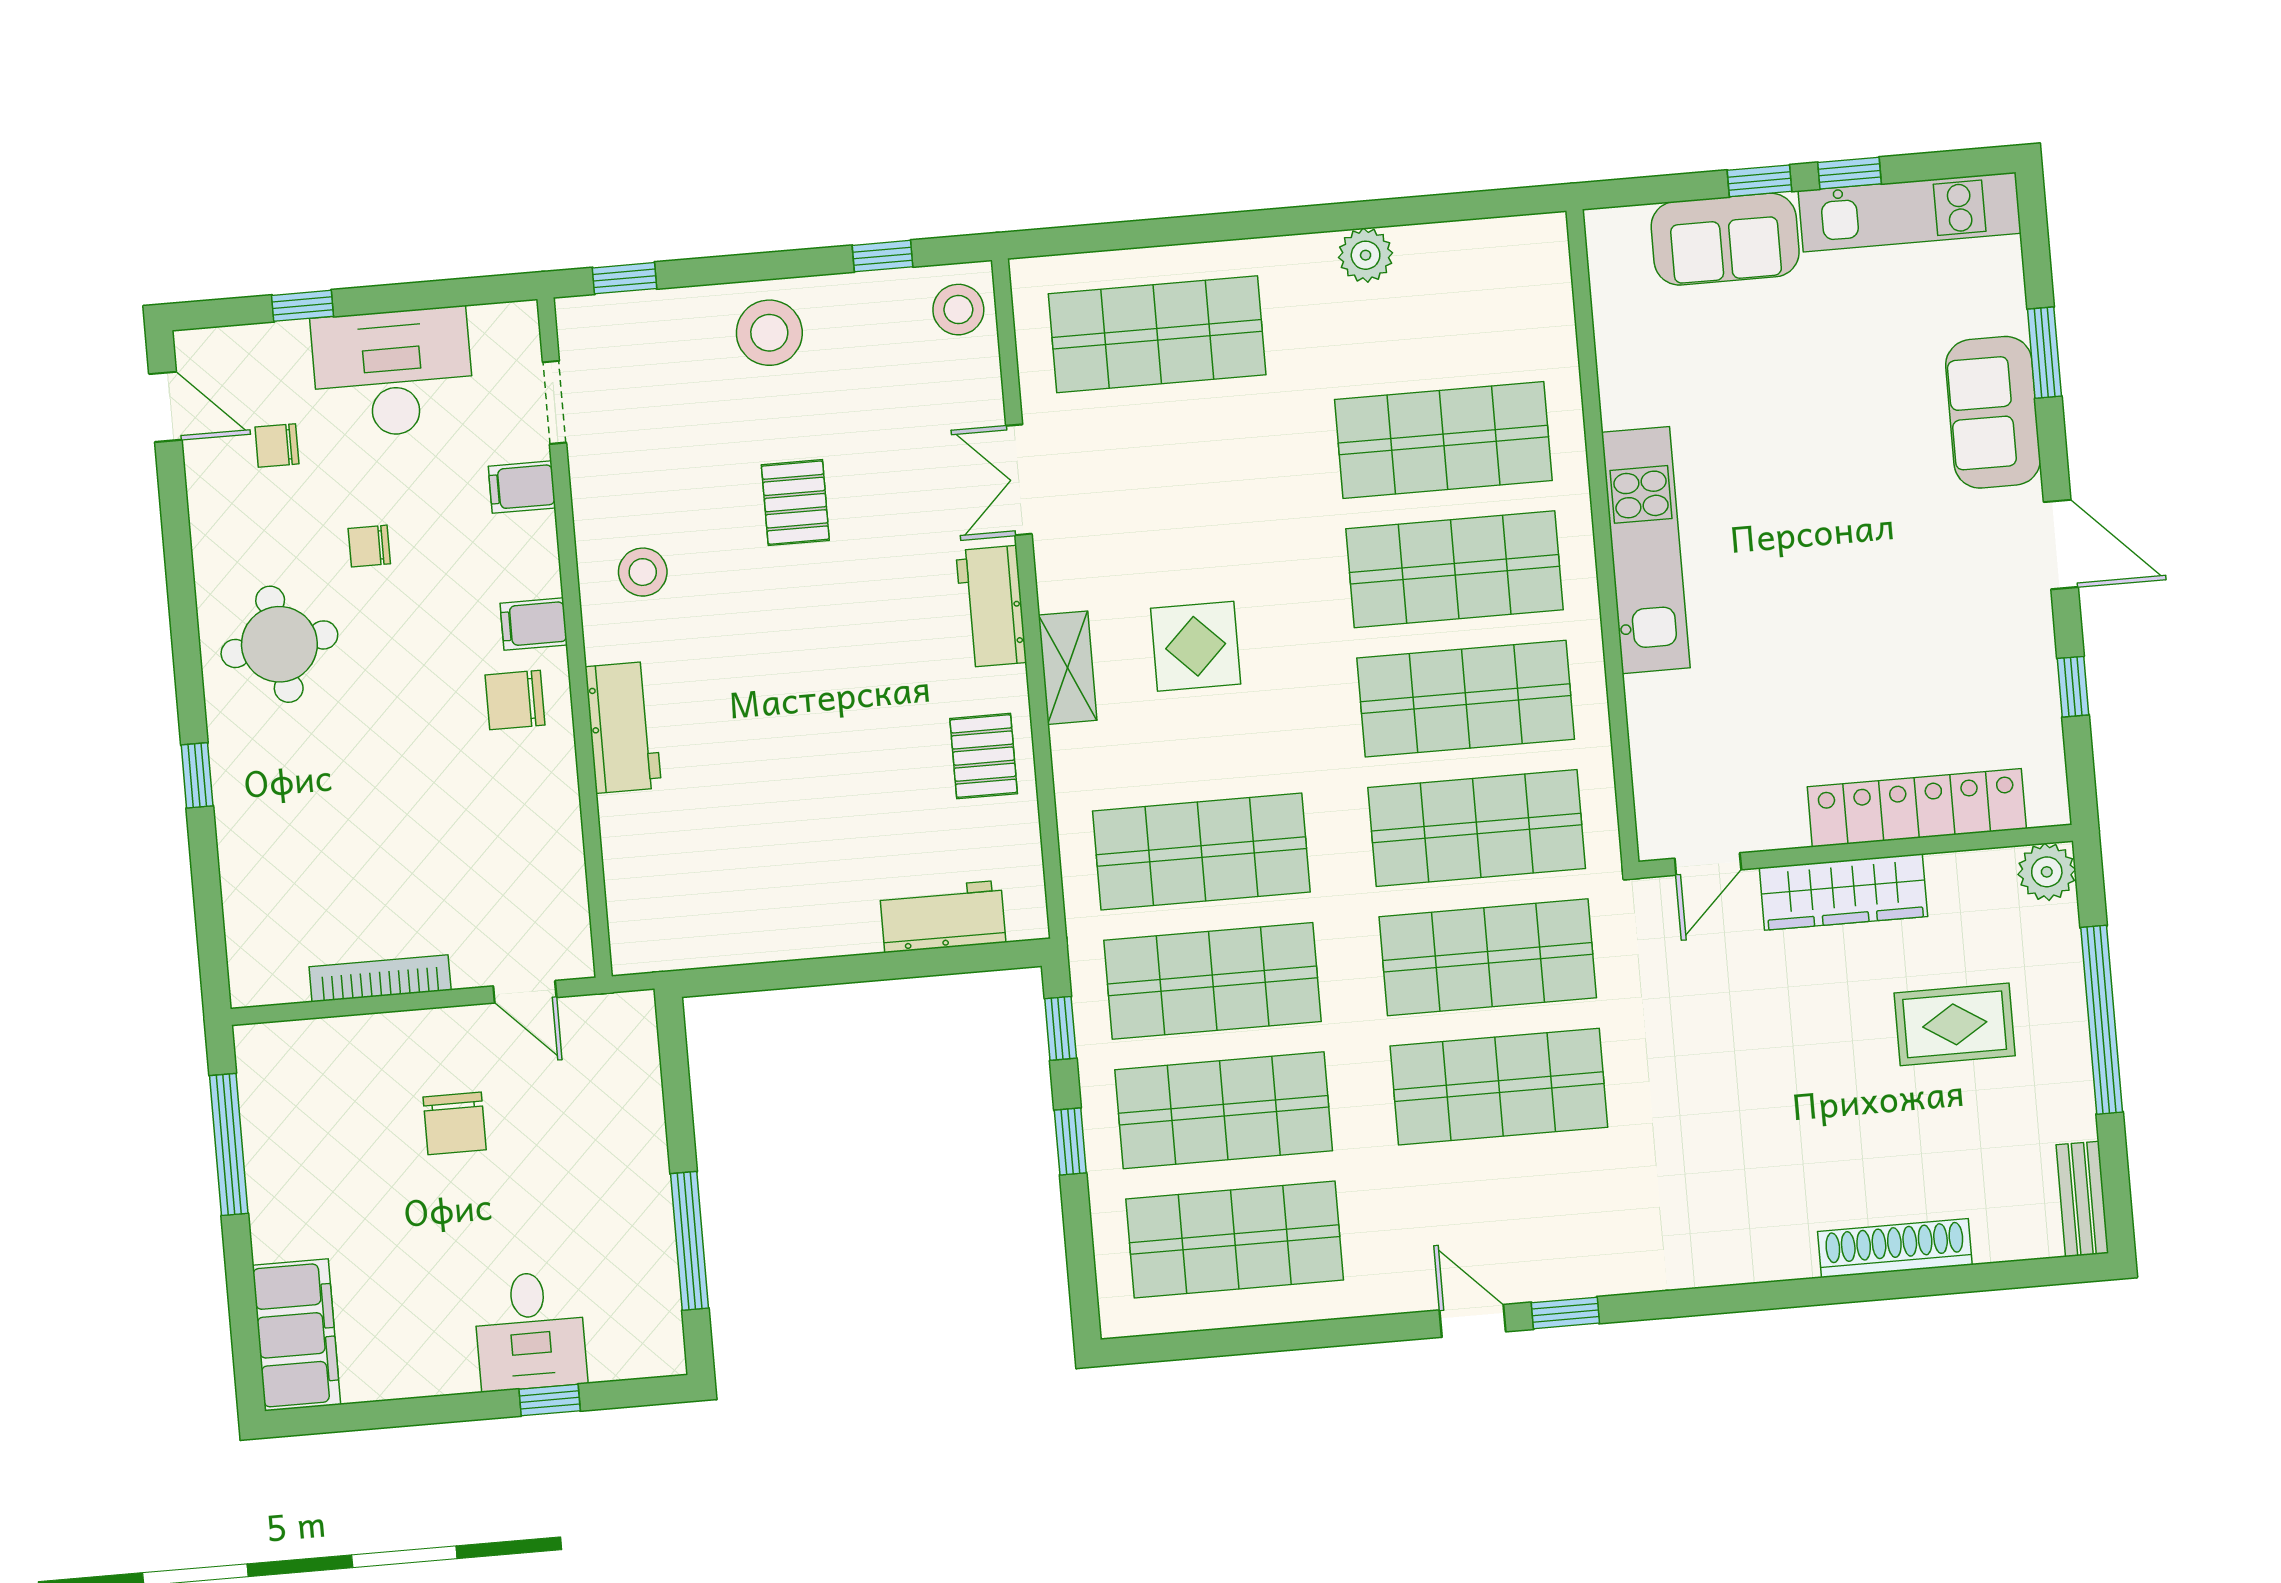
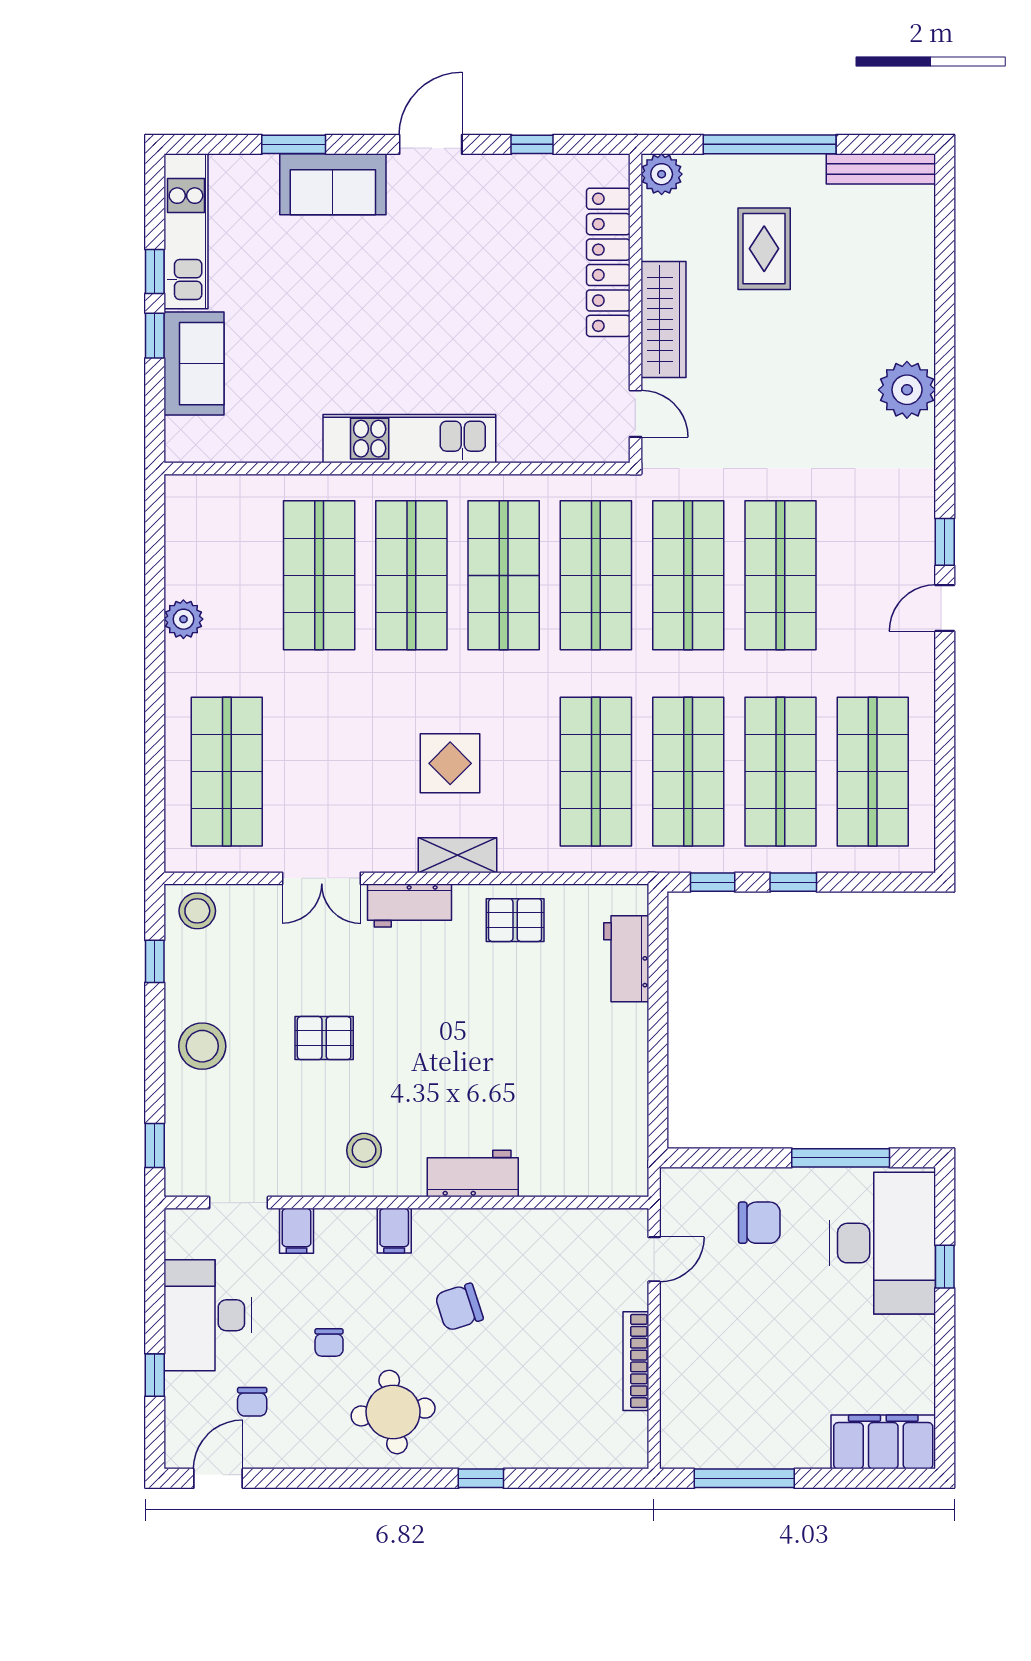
chair: (515, 700) -> (459, 1307), moved, turned 72
chair: (455, 1123) -> (759, 1223), moved
bench: (2082, 1199) -> (881, 169), width x1.36
plant: (1774, 1242) -> (907, 390), added
shoe rack: (1895, 1248) -> (919, 305), removed
desk: (530, 1331) -> (882, 1243), width x1.87, depth x1.30

